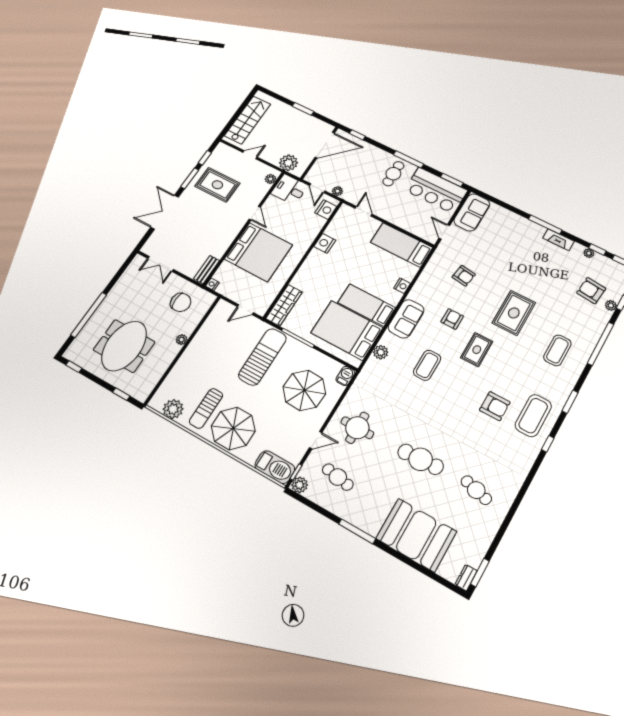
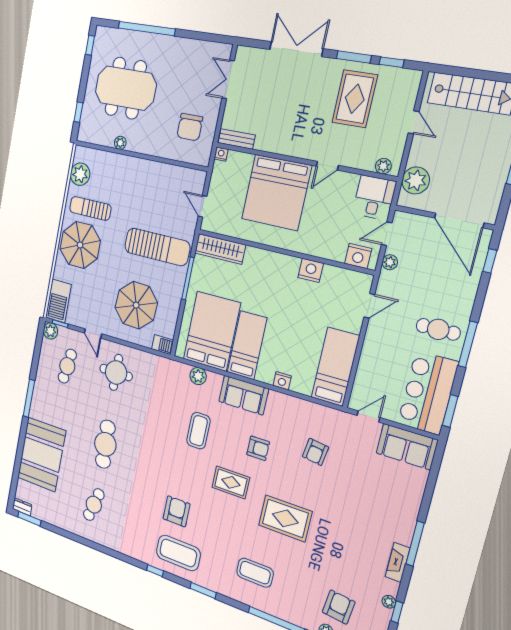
plant: (182, 340) -> (120, 143), moved
coffee table: (427, 365) -> (198, 431), turned 90
armchair: (495, 406) -> (177, 511), turned 180

